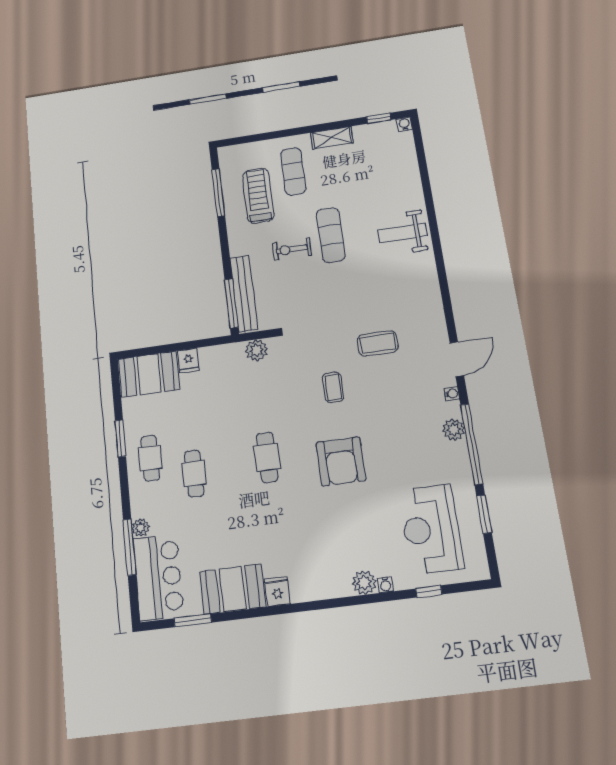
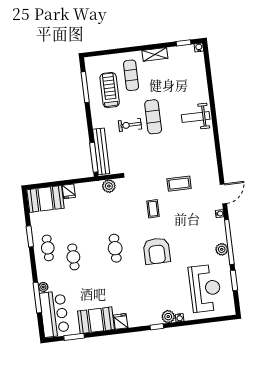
plant: (454, 430) -> (222, 249), moved
reception desk: (431, 529) -> (205, 288), turned 180
window: (429, 591) -> (157, 327), moved

